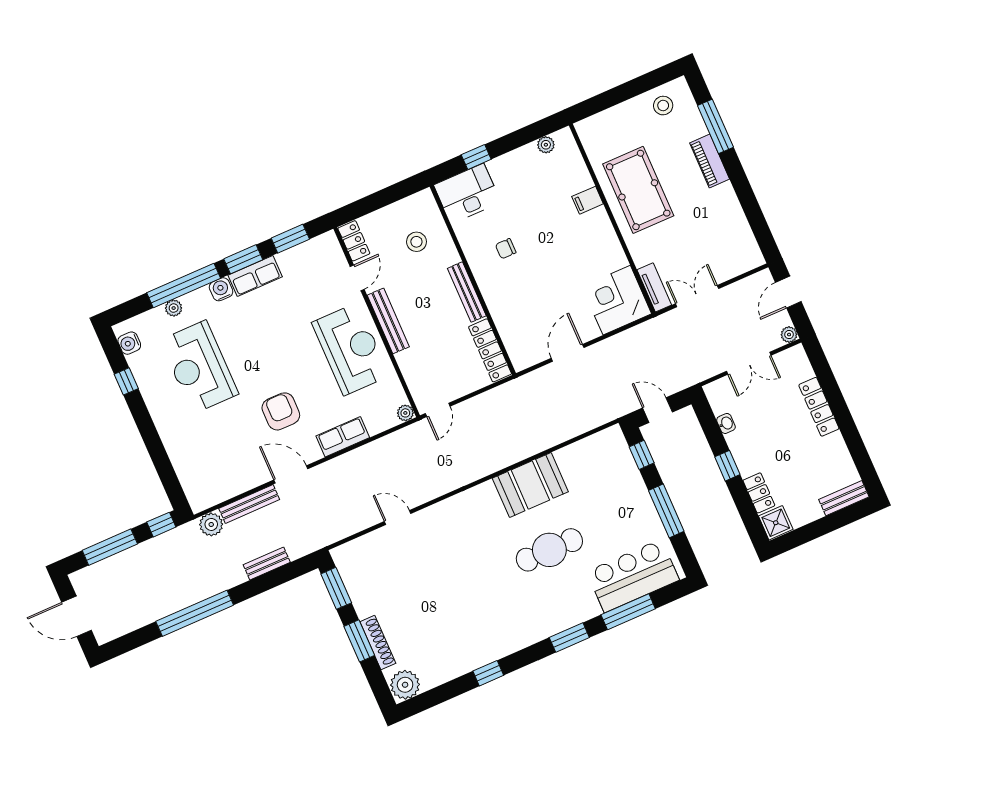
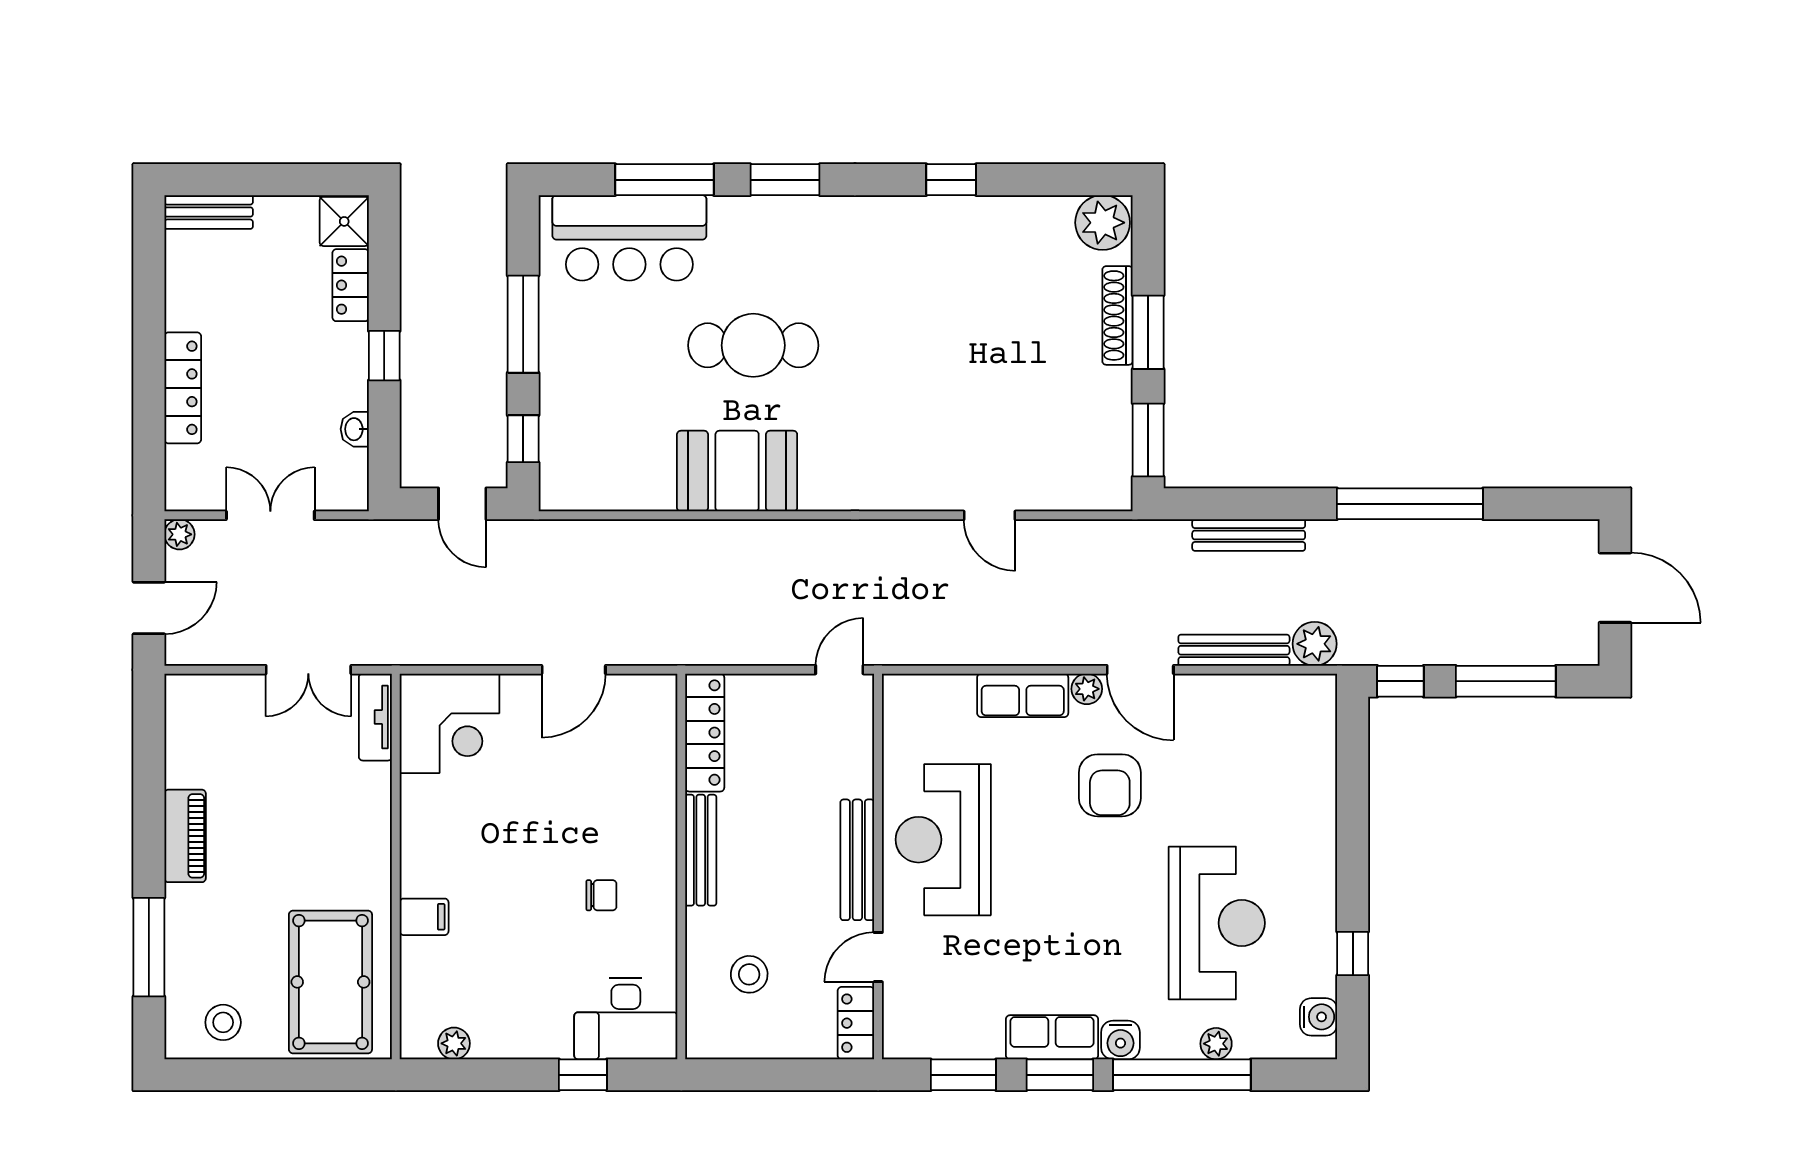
piano: (710, 161) -> (185, 836), moved
pool table: (638, 190) -> (330, 982), moved
plant: (405, 413) -> (1087, 689), moved
bench: (267, 563) -> (1249, 535), width x1.36

